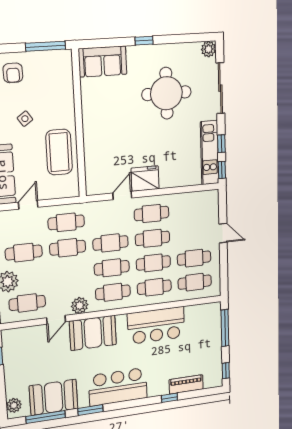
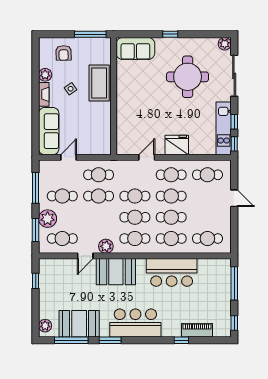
coffee table: (59, 152) -> (99, 83), moved
fridge: (145, 179) -> (177, 145), moved
cafe table: (194, 258) -> (207, 175), moved

